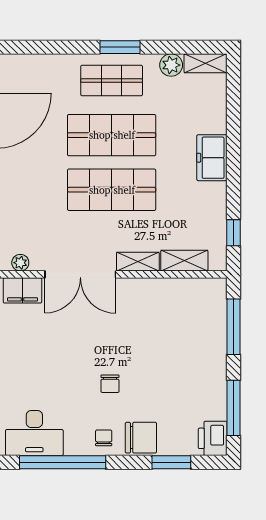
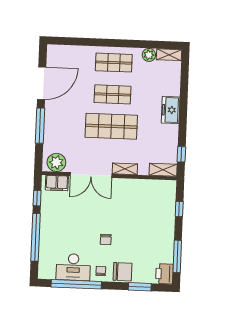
window: (120, 47) -> (120, 43), removed
shop shelf: (112, 135) -> (112, 94), width x0.70, depth x0.74
shelving: (184, 261) -> (163, 170), moved
plant: (20, 263) -> (56, 162), width x1.87, depth x1.87
window: (233, 327) -> (179, 209), width x0.46
desk: (34, 433) -> (73, 267), moved

